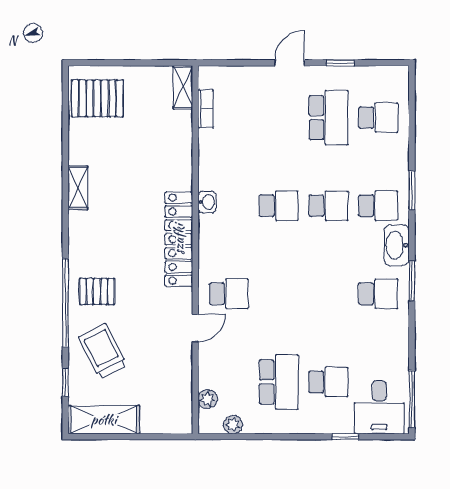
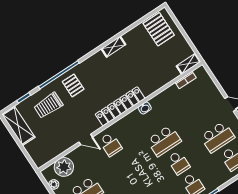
school desk: (279, 206) -> (164, 141), width x1.85
trolley: (103, 351) -> (48, 105), turned -153
plant: (208, 399) -> (64, 167), width x1.87, depth x1.87

